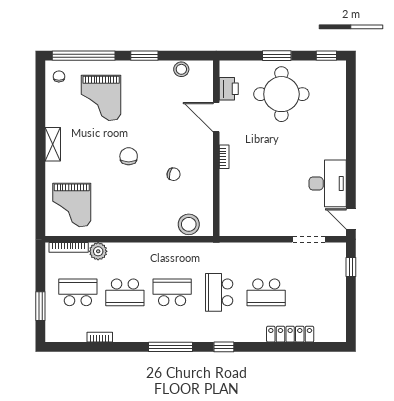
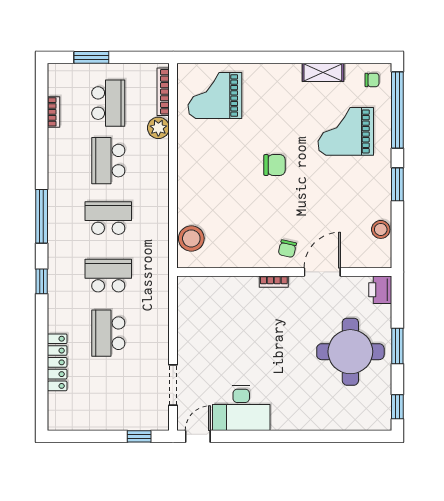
printer: (229, 89) -> (380, 290), moved, turned 90
shelving: (53, 144) -> (323, 72), moved
chair: (174, 174) -> (287, 249), moved
school desk: (172, 292) -> (108, 218), turned -90
bookcase: (100, 337) -> (54, 112), moved

